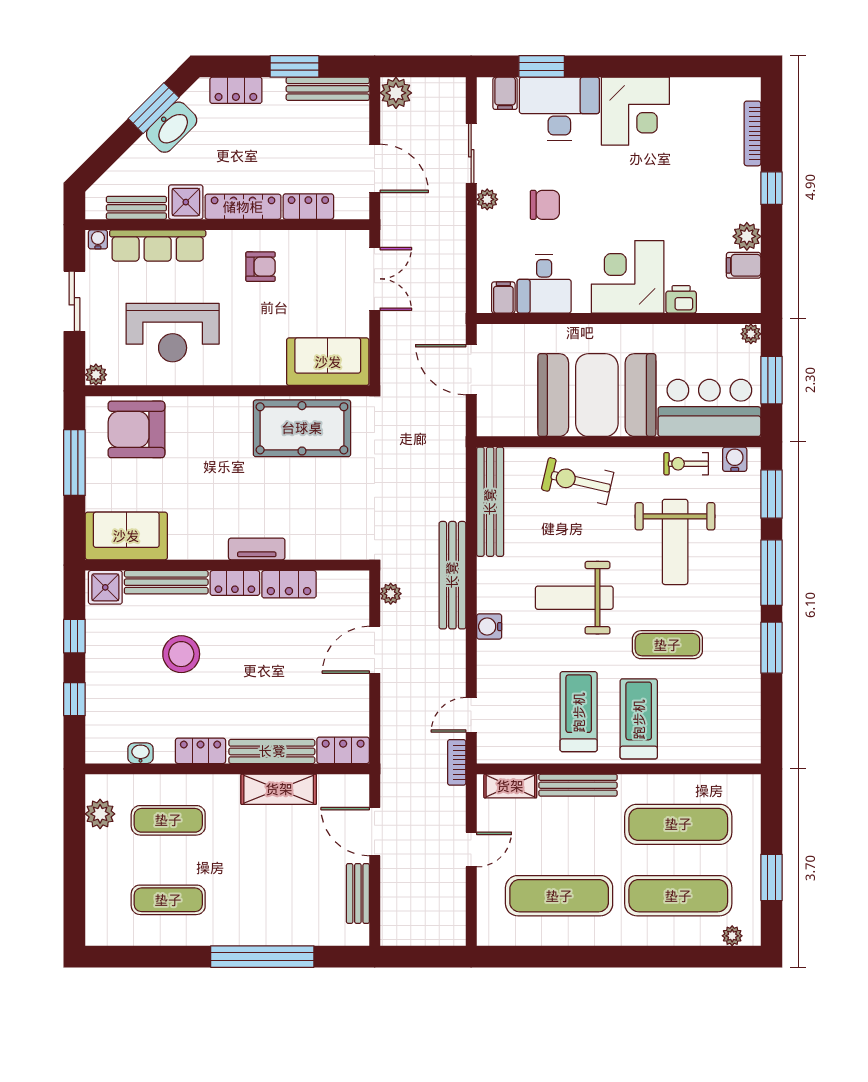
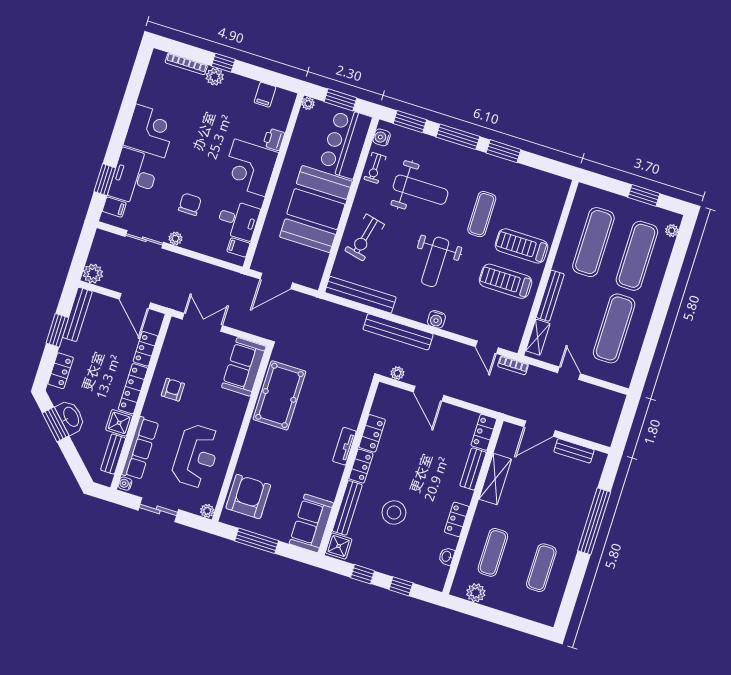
door: (375, 168) -> (135, 301), swing flipped
plant: (747, 236) -> (215, 77), moved
armchair: (136, 429) -> (248, 497), turned 180
bench: (272, 751) -> (473, 469), width x0.73

